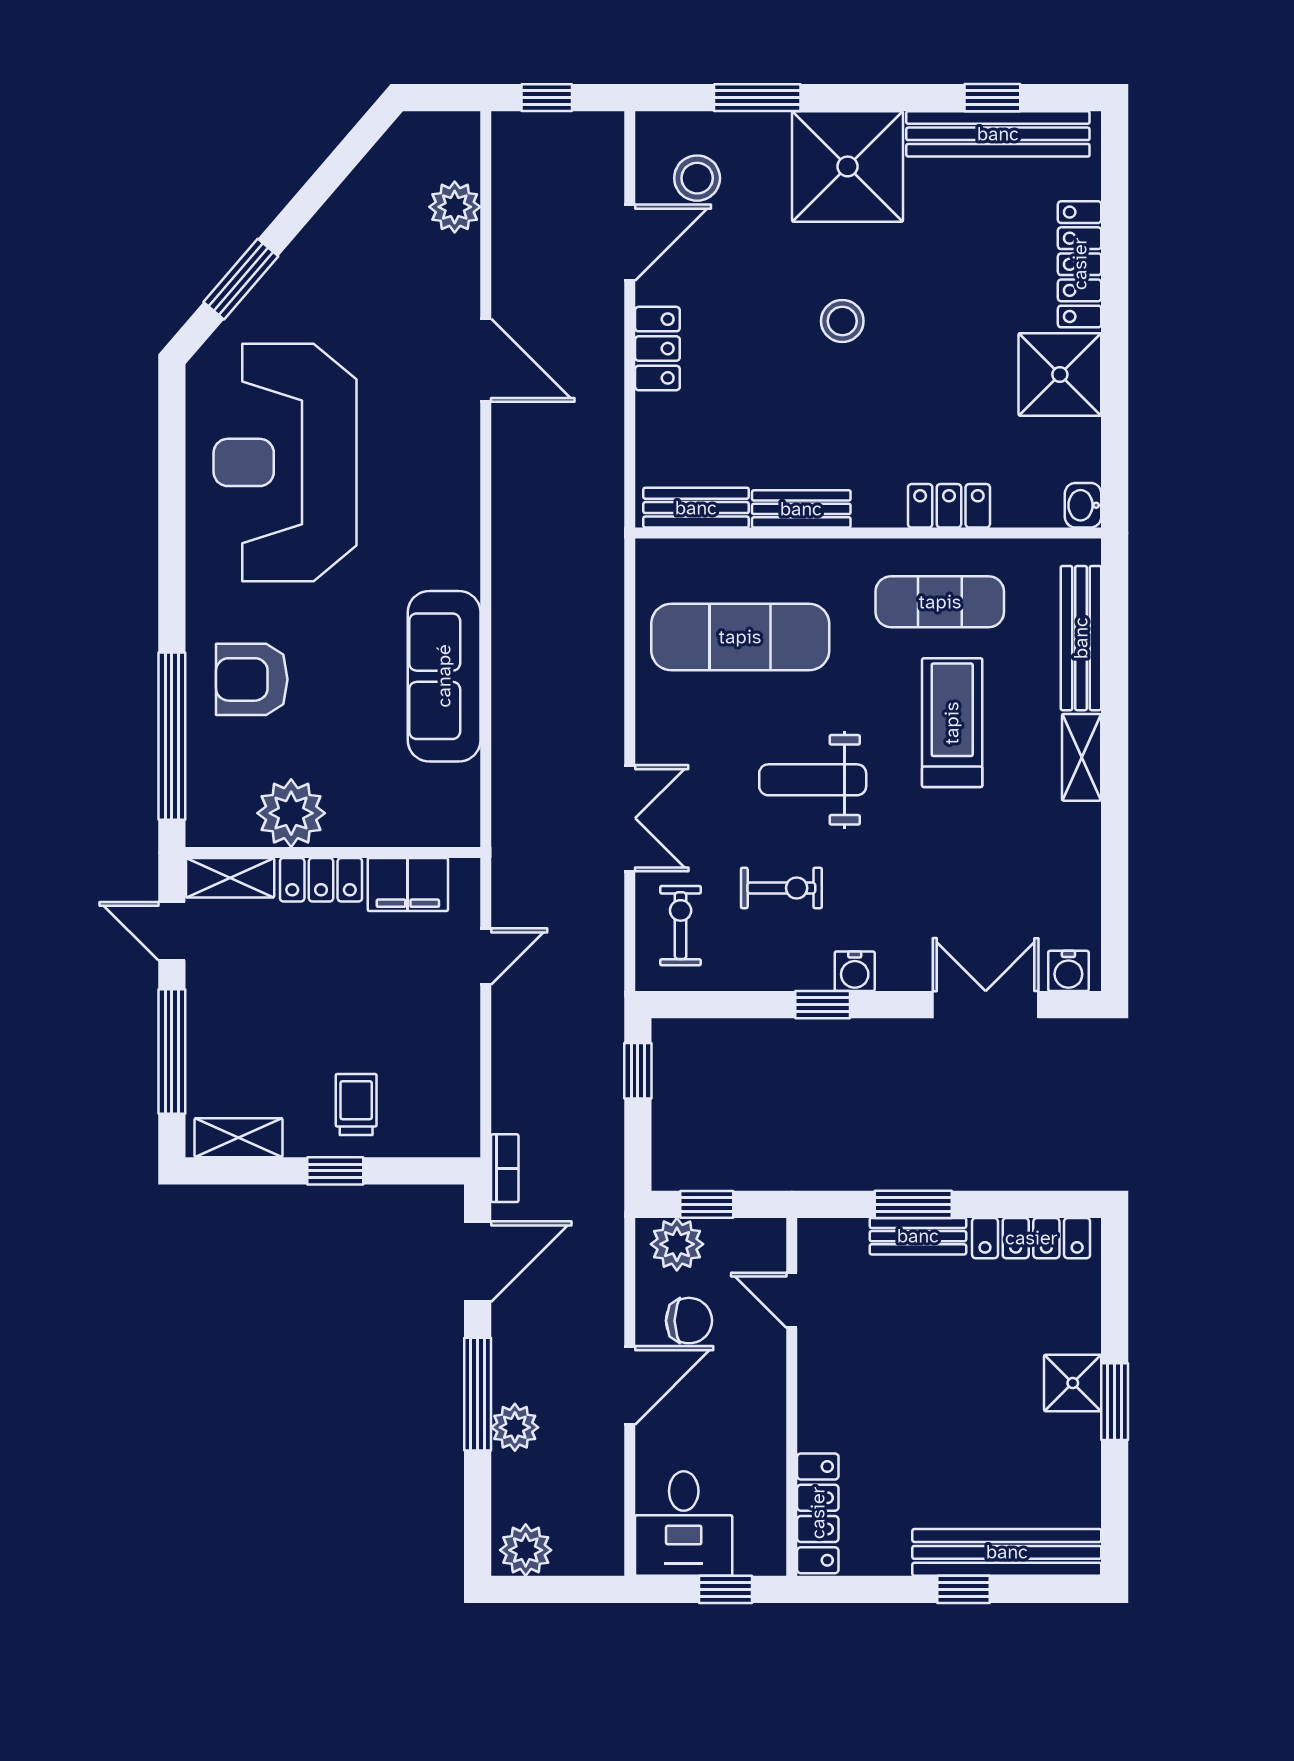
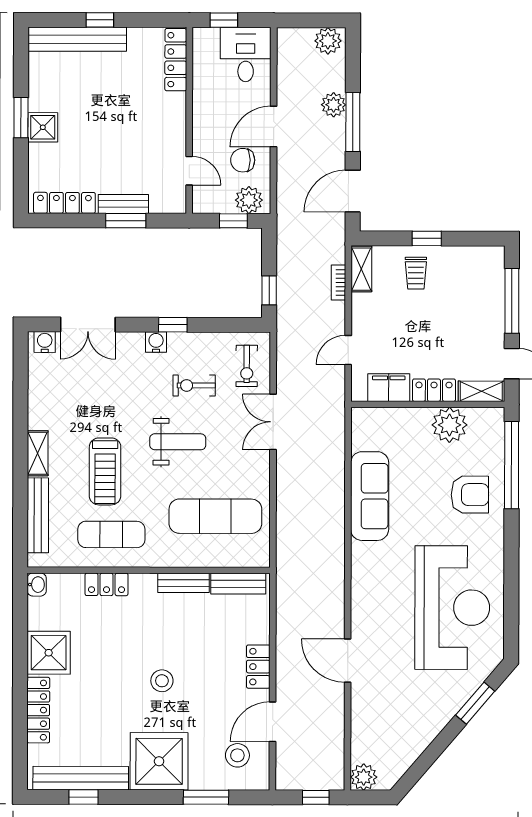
plant: (455, 207) -> (364, 777), moved
shelving: (239, 1138) -> (361, 269), moved, turned 90
bookcase: (505, 1168) -> (338, 283), moved

